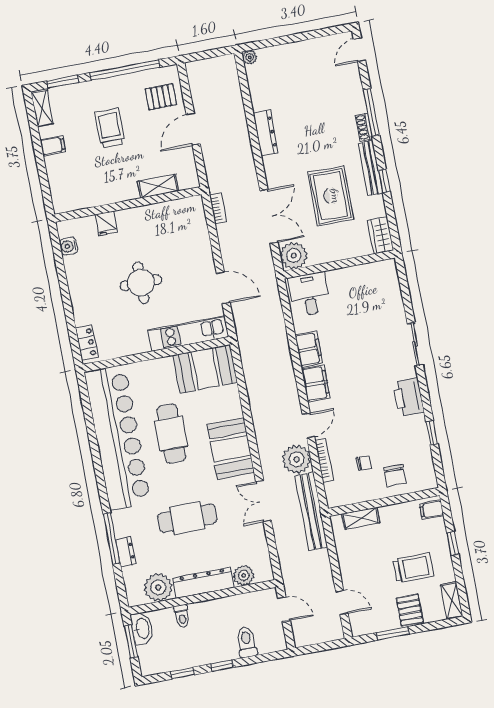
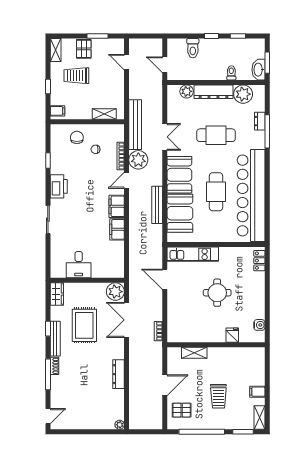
desk: (309, 294) -> (79, 265), moved
booth: (205, 369) -> (180, 213), moved, turned 90
bench: (256, 397) -> (157, 205), added

